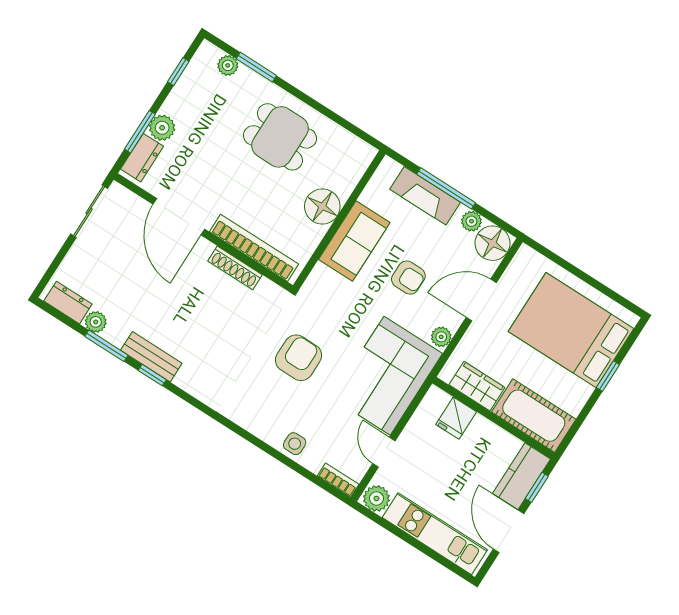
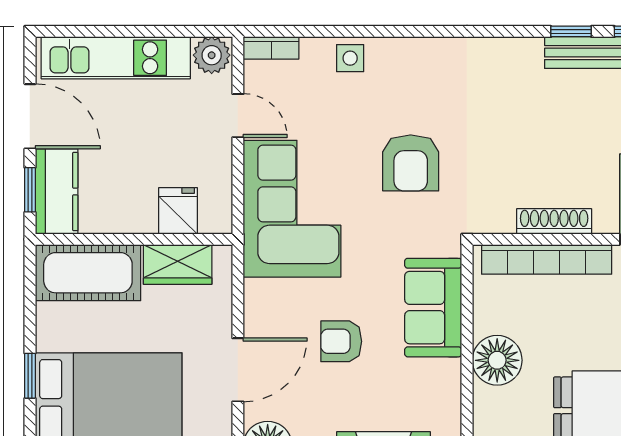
sofa: (354, 241) -> (433, 308), moved
plant: (441, 337) -> (257, 296), removed

